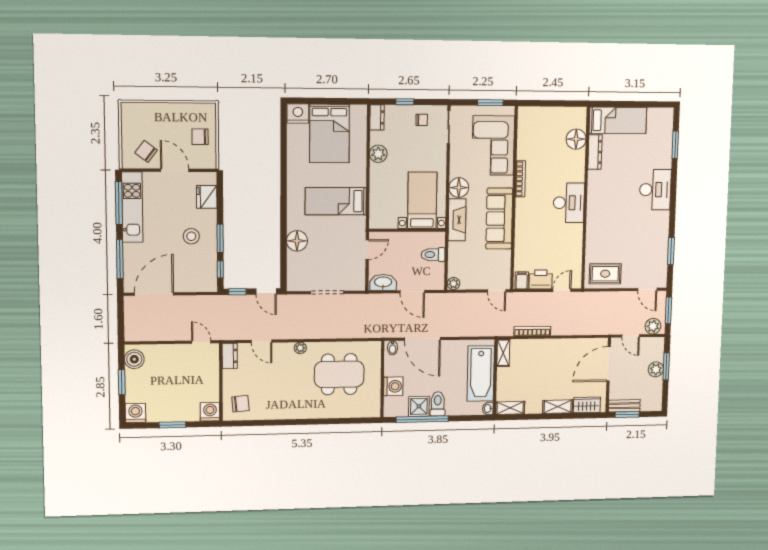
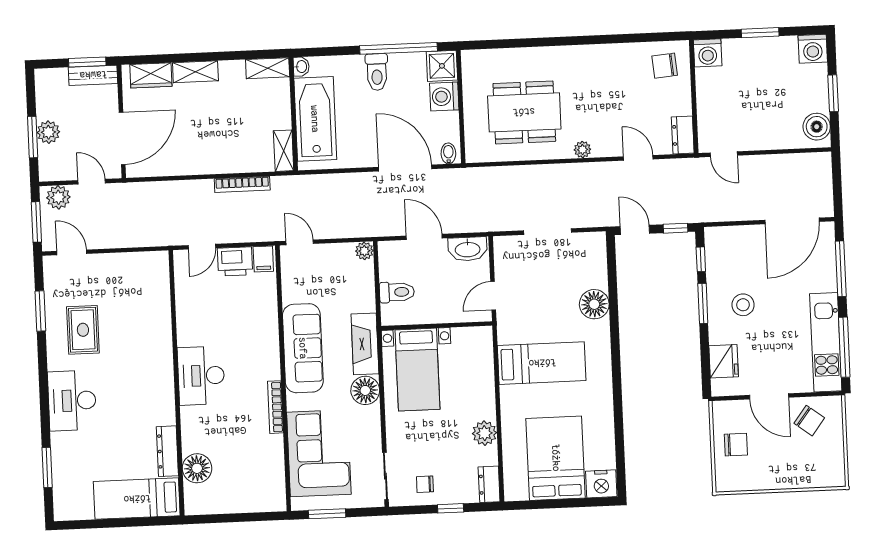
rug: (605, 274) -> (83, 330), moved, turned 90
shower: (419, 406) -> (442, 66), moved

